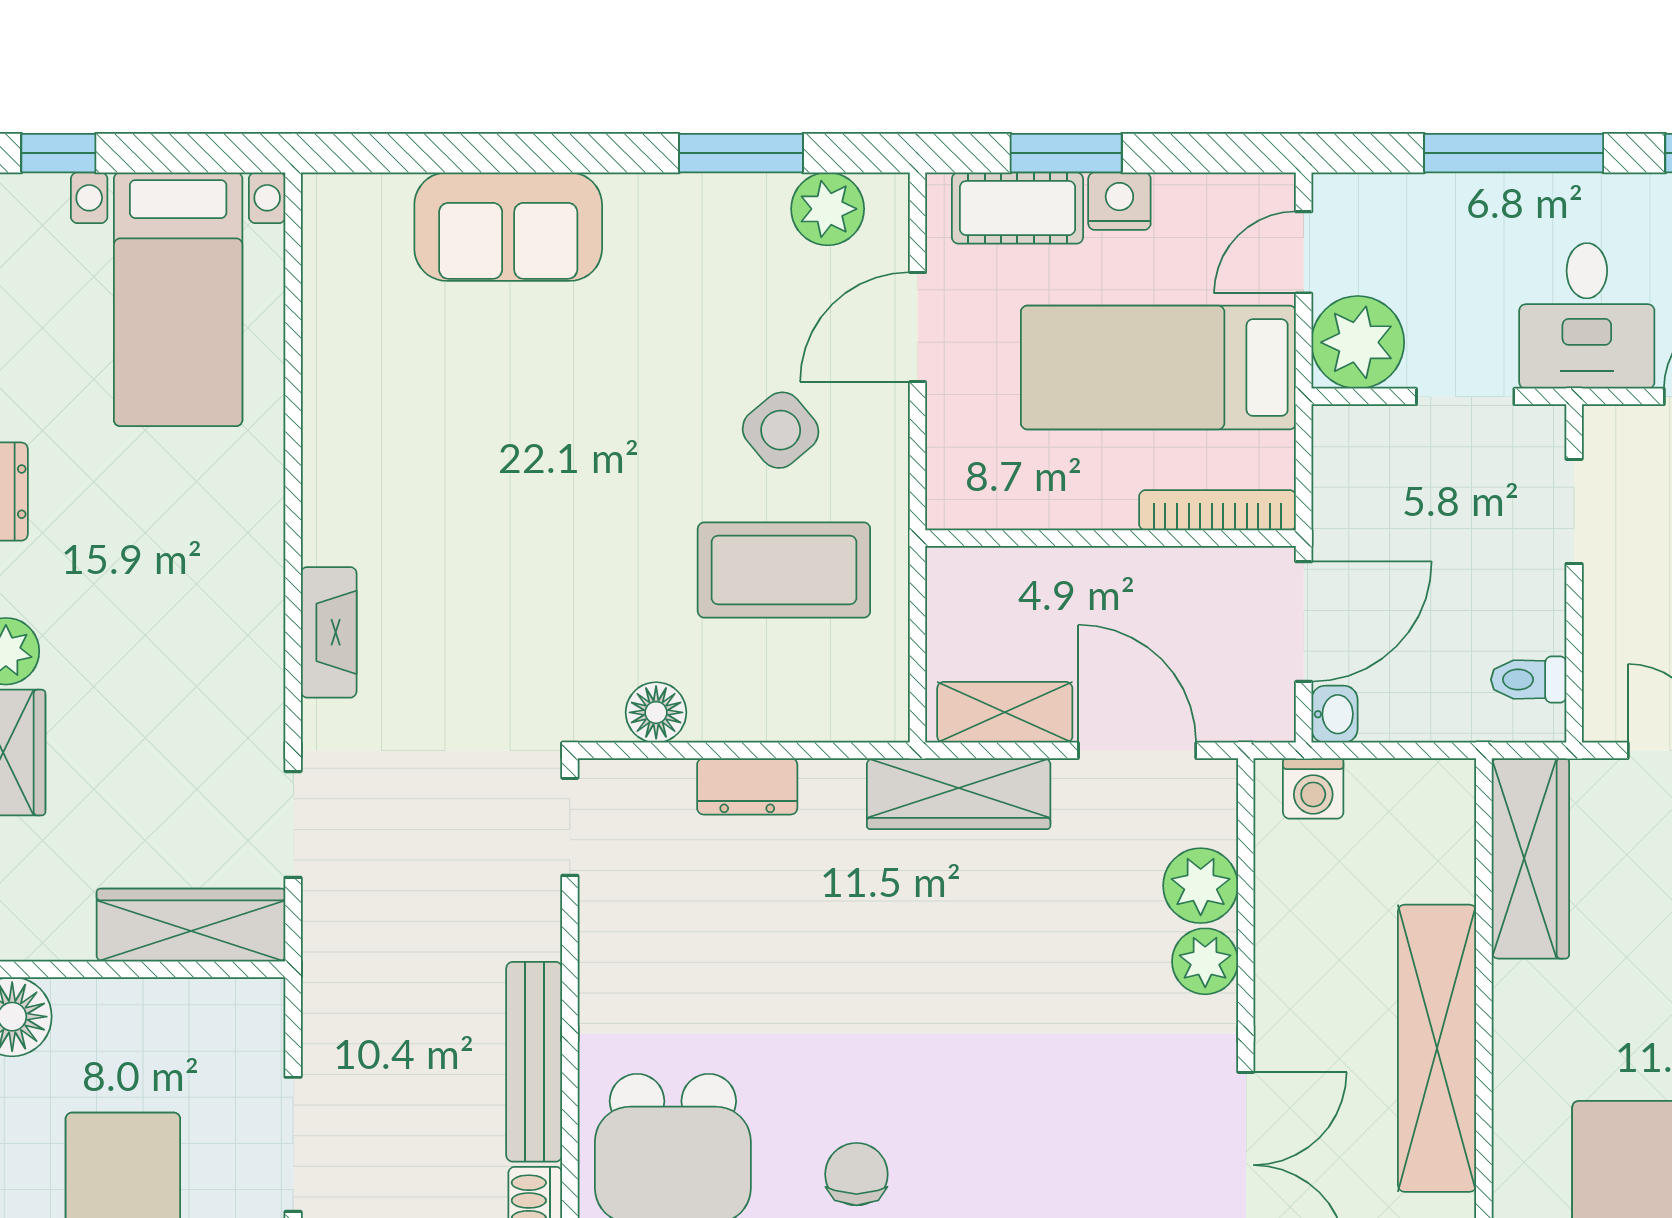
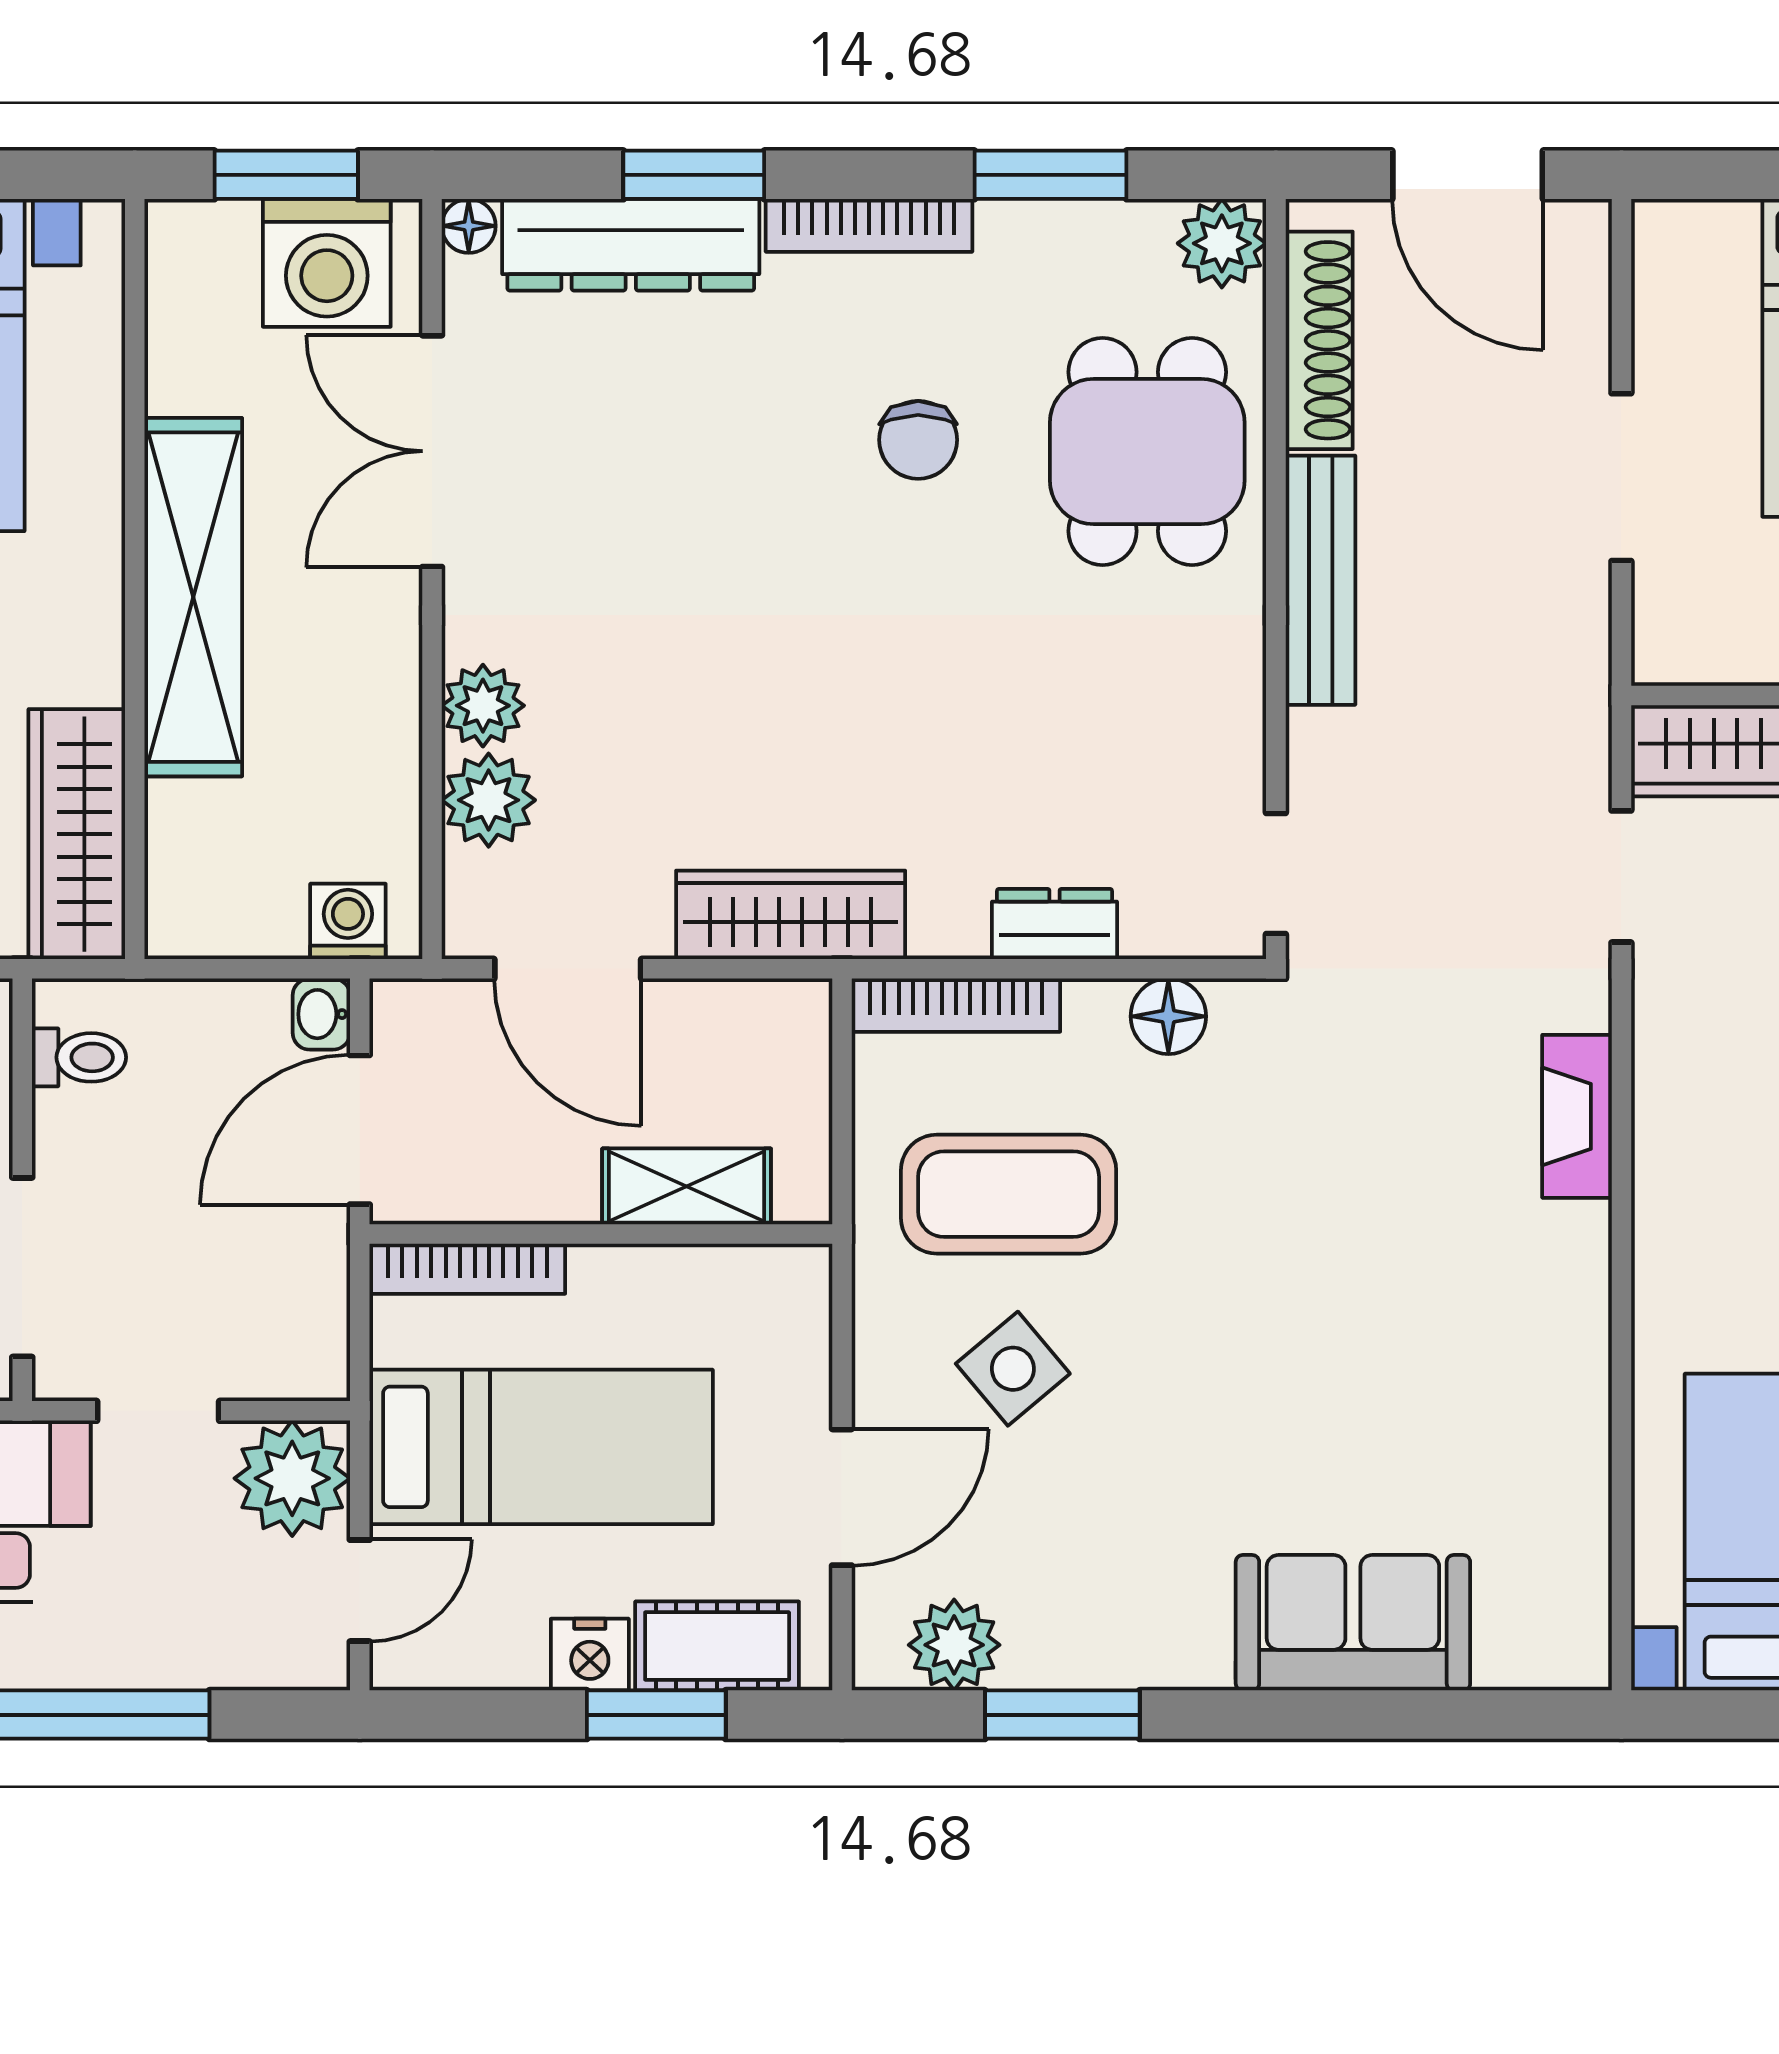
doorway: (1574, 511) -> (22, 1267), width x1.38
shelving: (1005, 712) -> (687, 1186), moved
bookcase: (826, 721) -> (956, 1005), added

